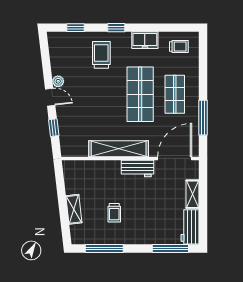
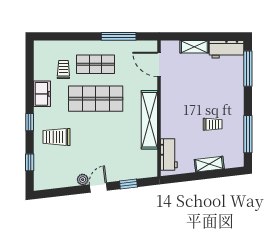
trolley: (179, 46) -> (63, 69), moved
door: (175, 159) -> (159, 64), width x0.73
workbench: (137, 169) -> (169, 155), moved

